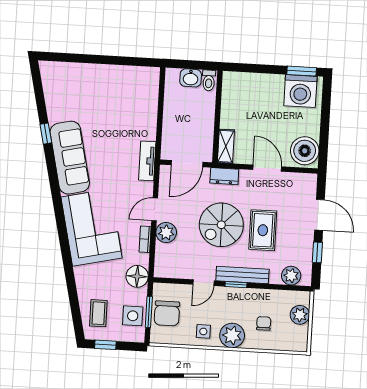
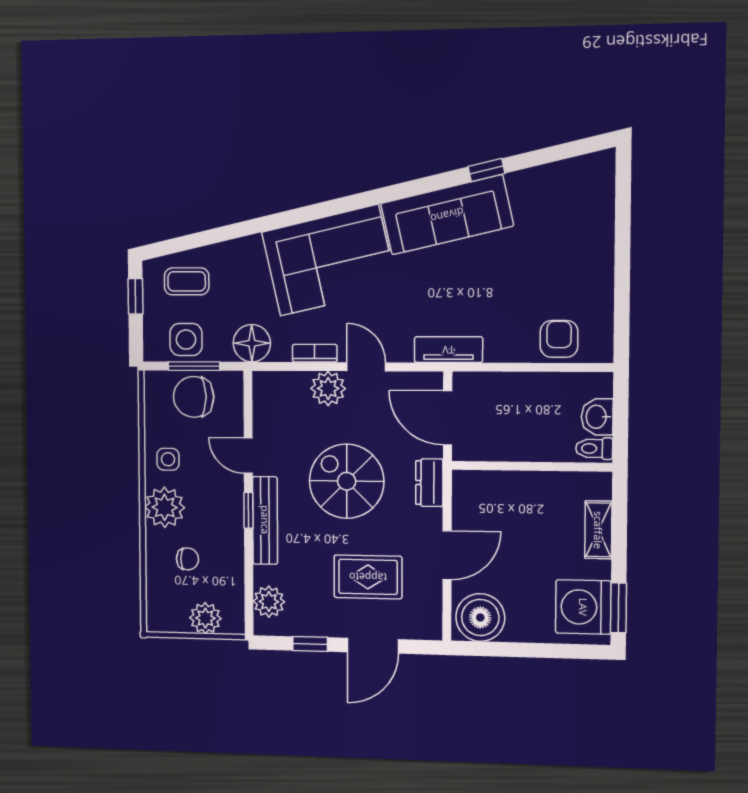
armchair: (145, 97) -> (559, 339), added
shelving: (226, 146) -> (598, 530), moved, turned 90
rug: (263, 230) -> (368, 577), moved

